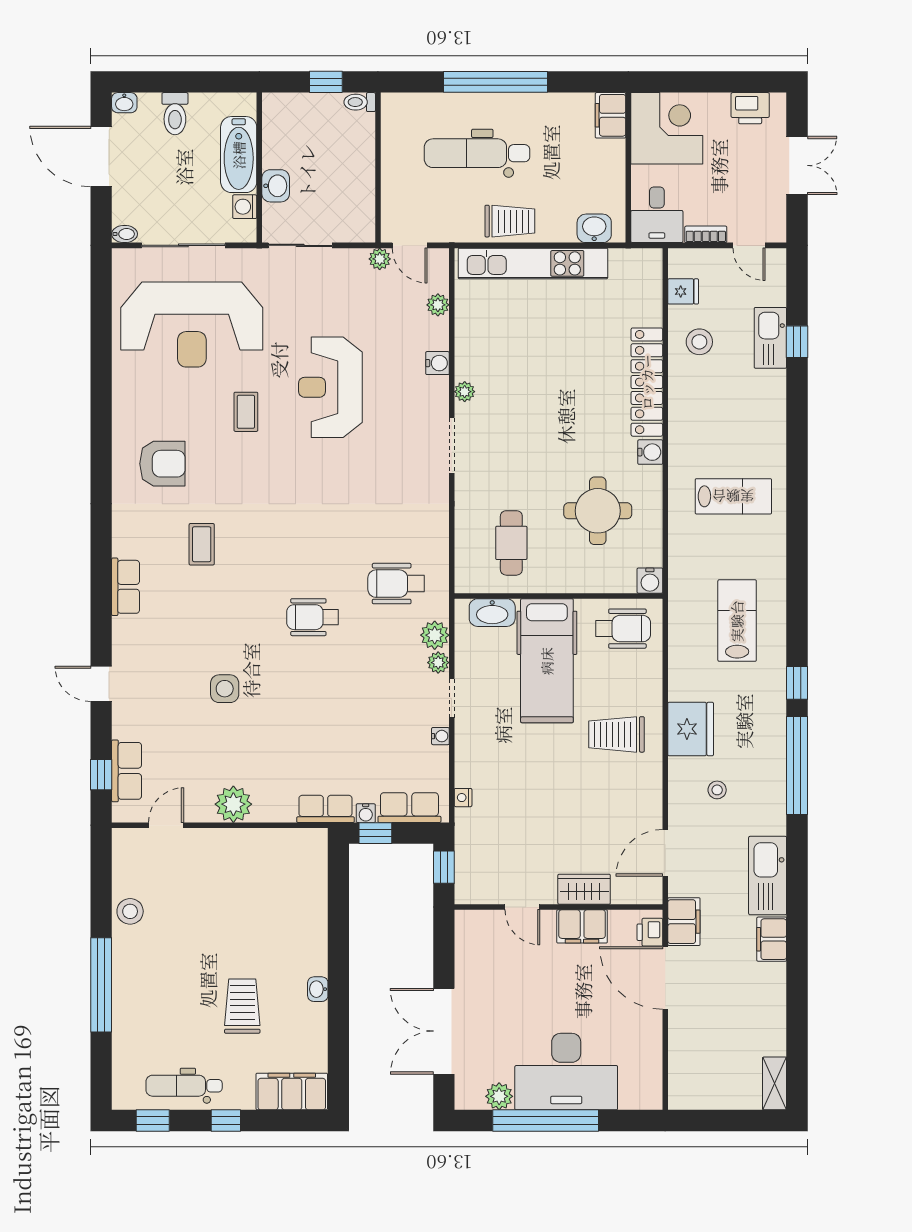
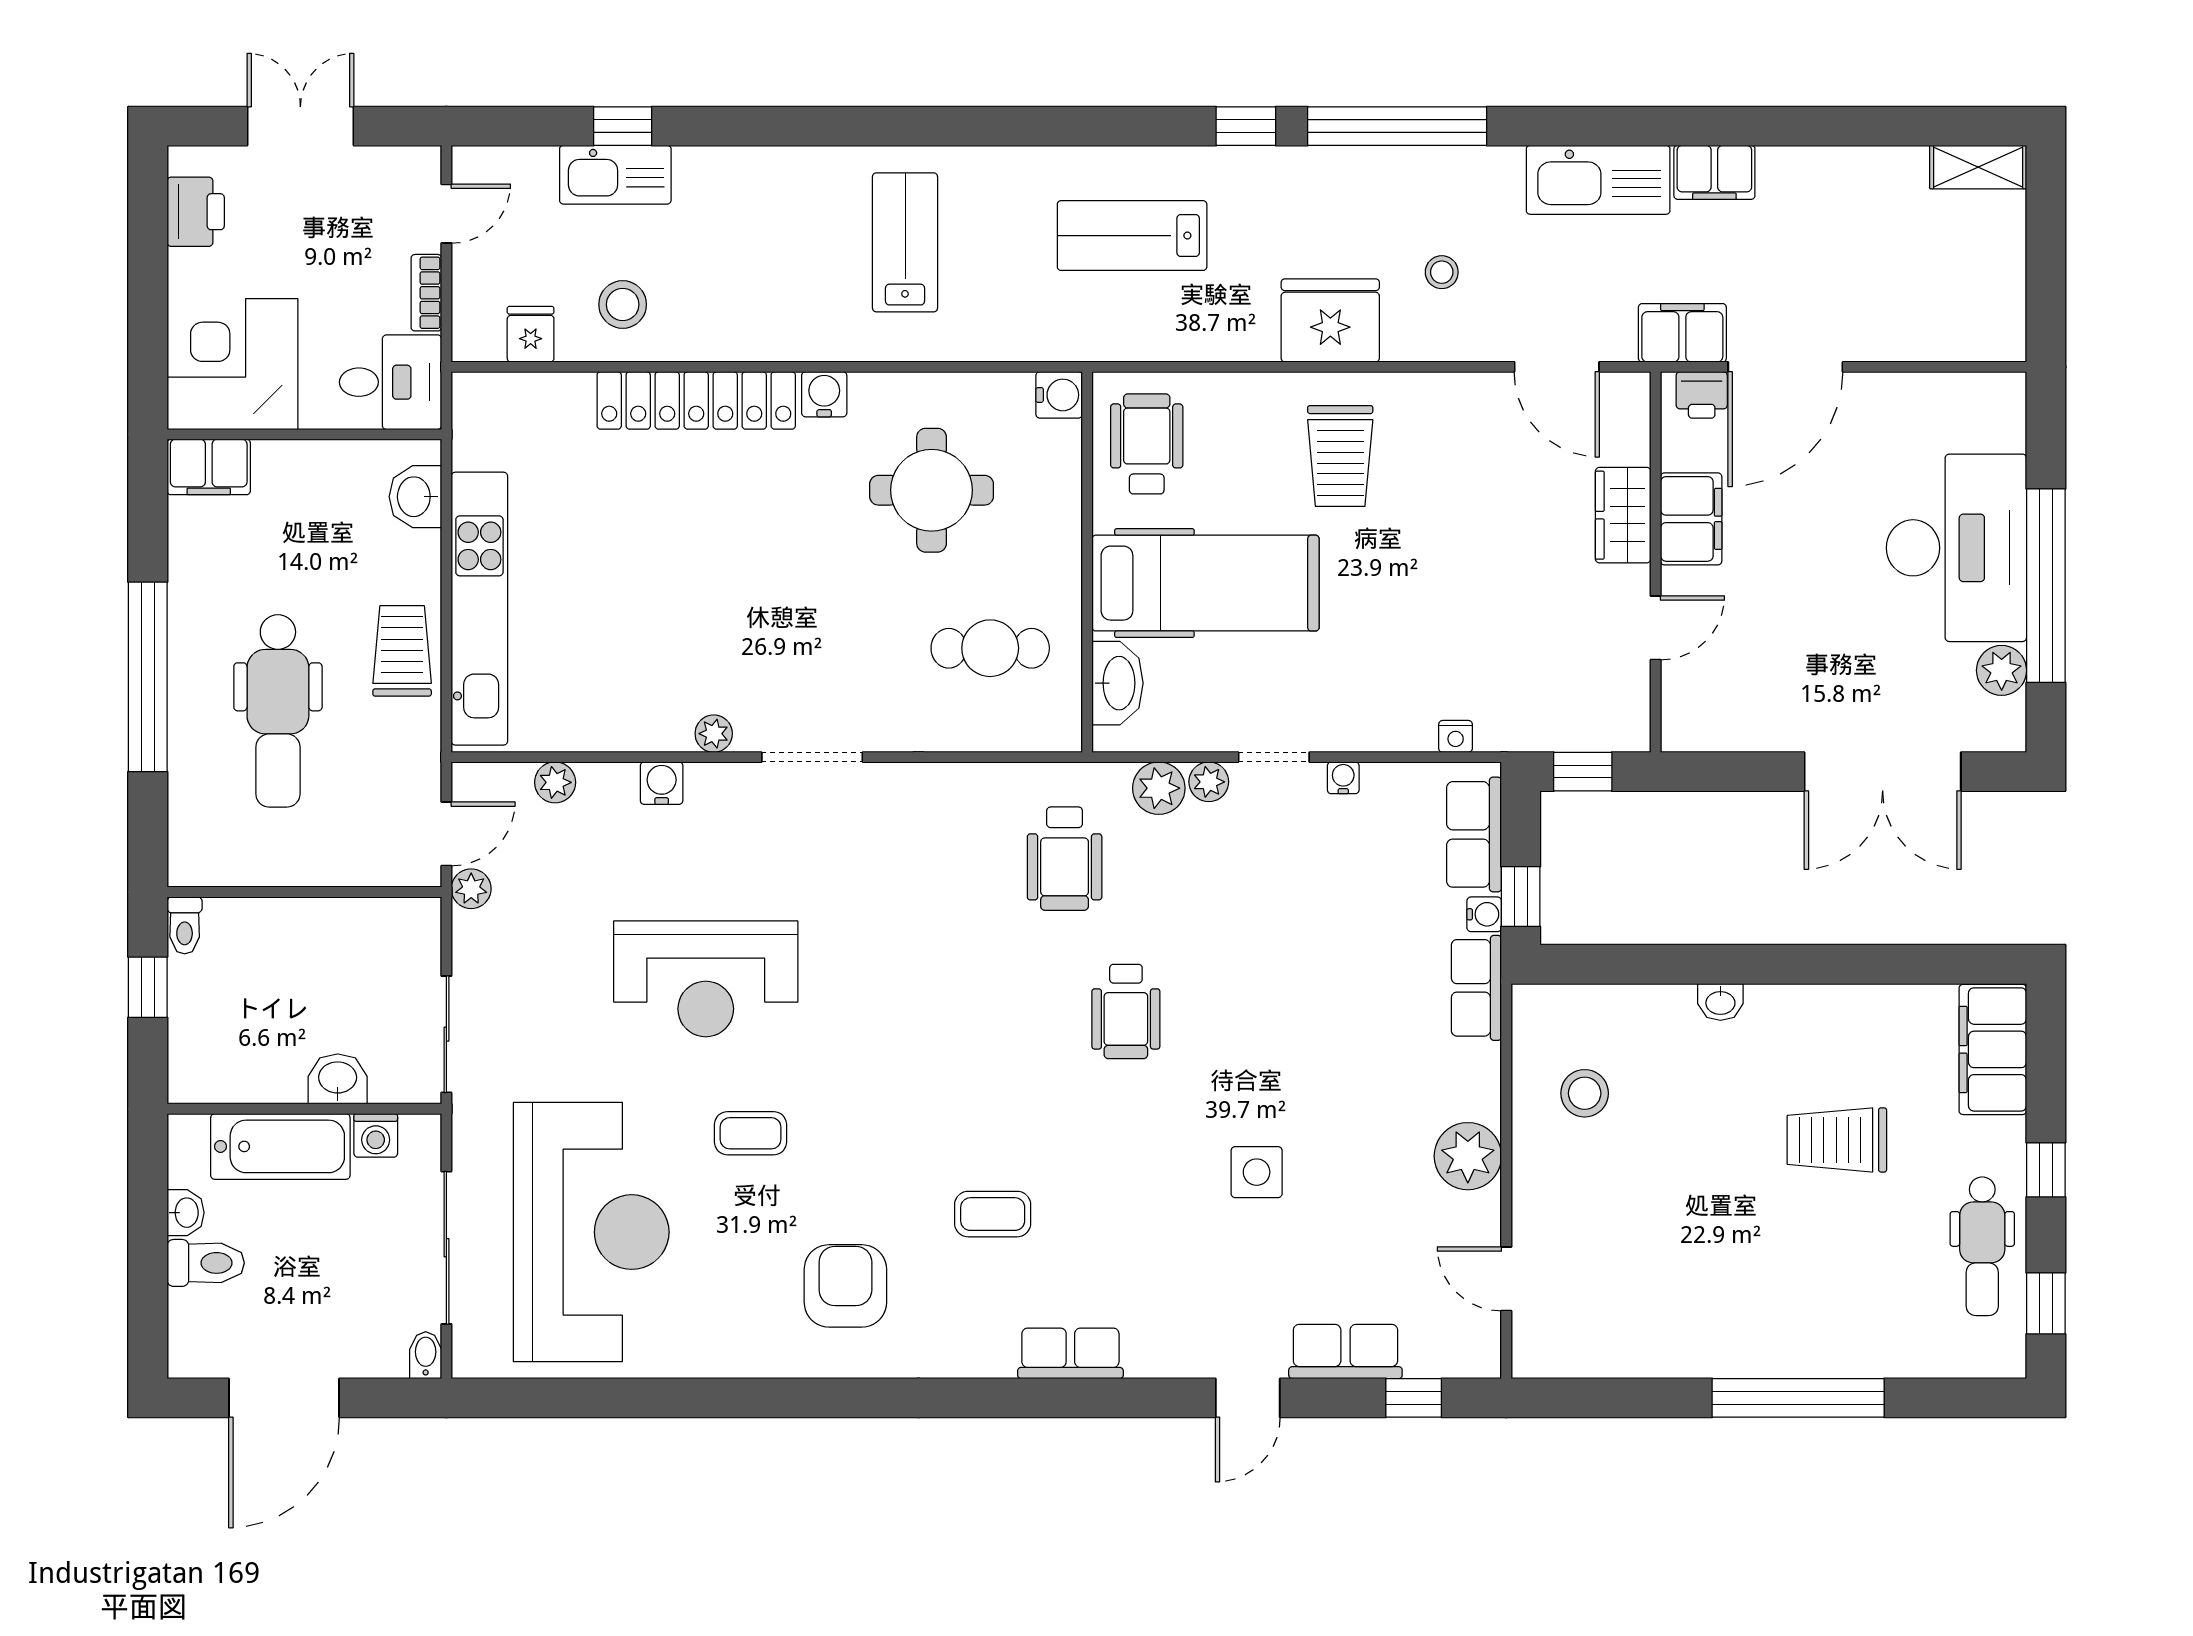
washbasin: (124, 103) -> (186, 1213), moved
row of seats: (127, 771) -> (1345, 1351), moved
stool: (130, 911) -> (1585, 1093), moved
washbasin: (318, 989) -> (1720, 1002), moved

